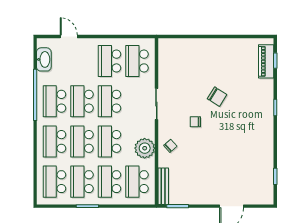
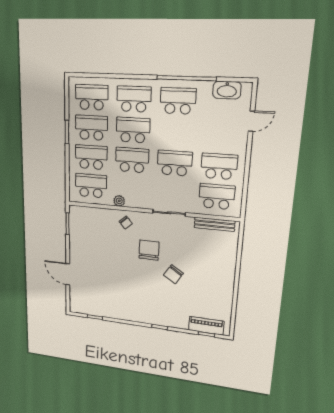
school desk: (82, 101) -> (176, 133), removed
chair: (195, 122) -> (149, 250), width x1.87, depth x1.87
plant: (145, 148) -> (119, 201), width x0.53, depth x0.53
bench: (163, 186) -> (214, 224), moved

